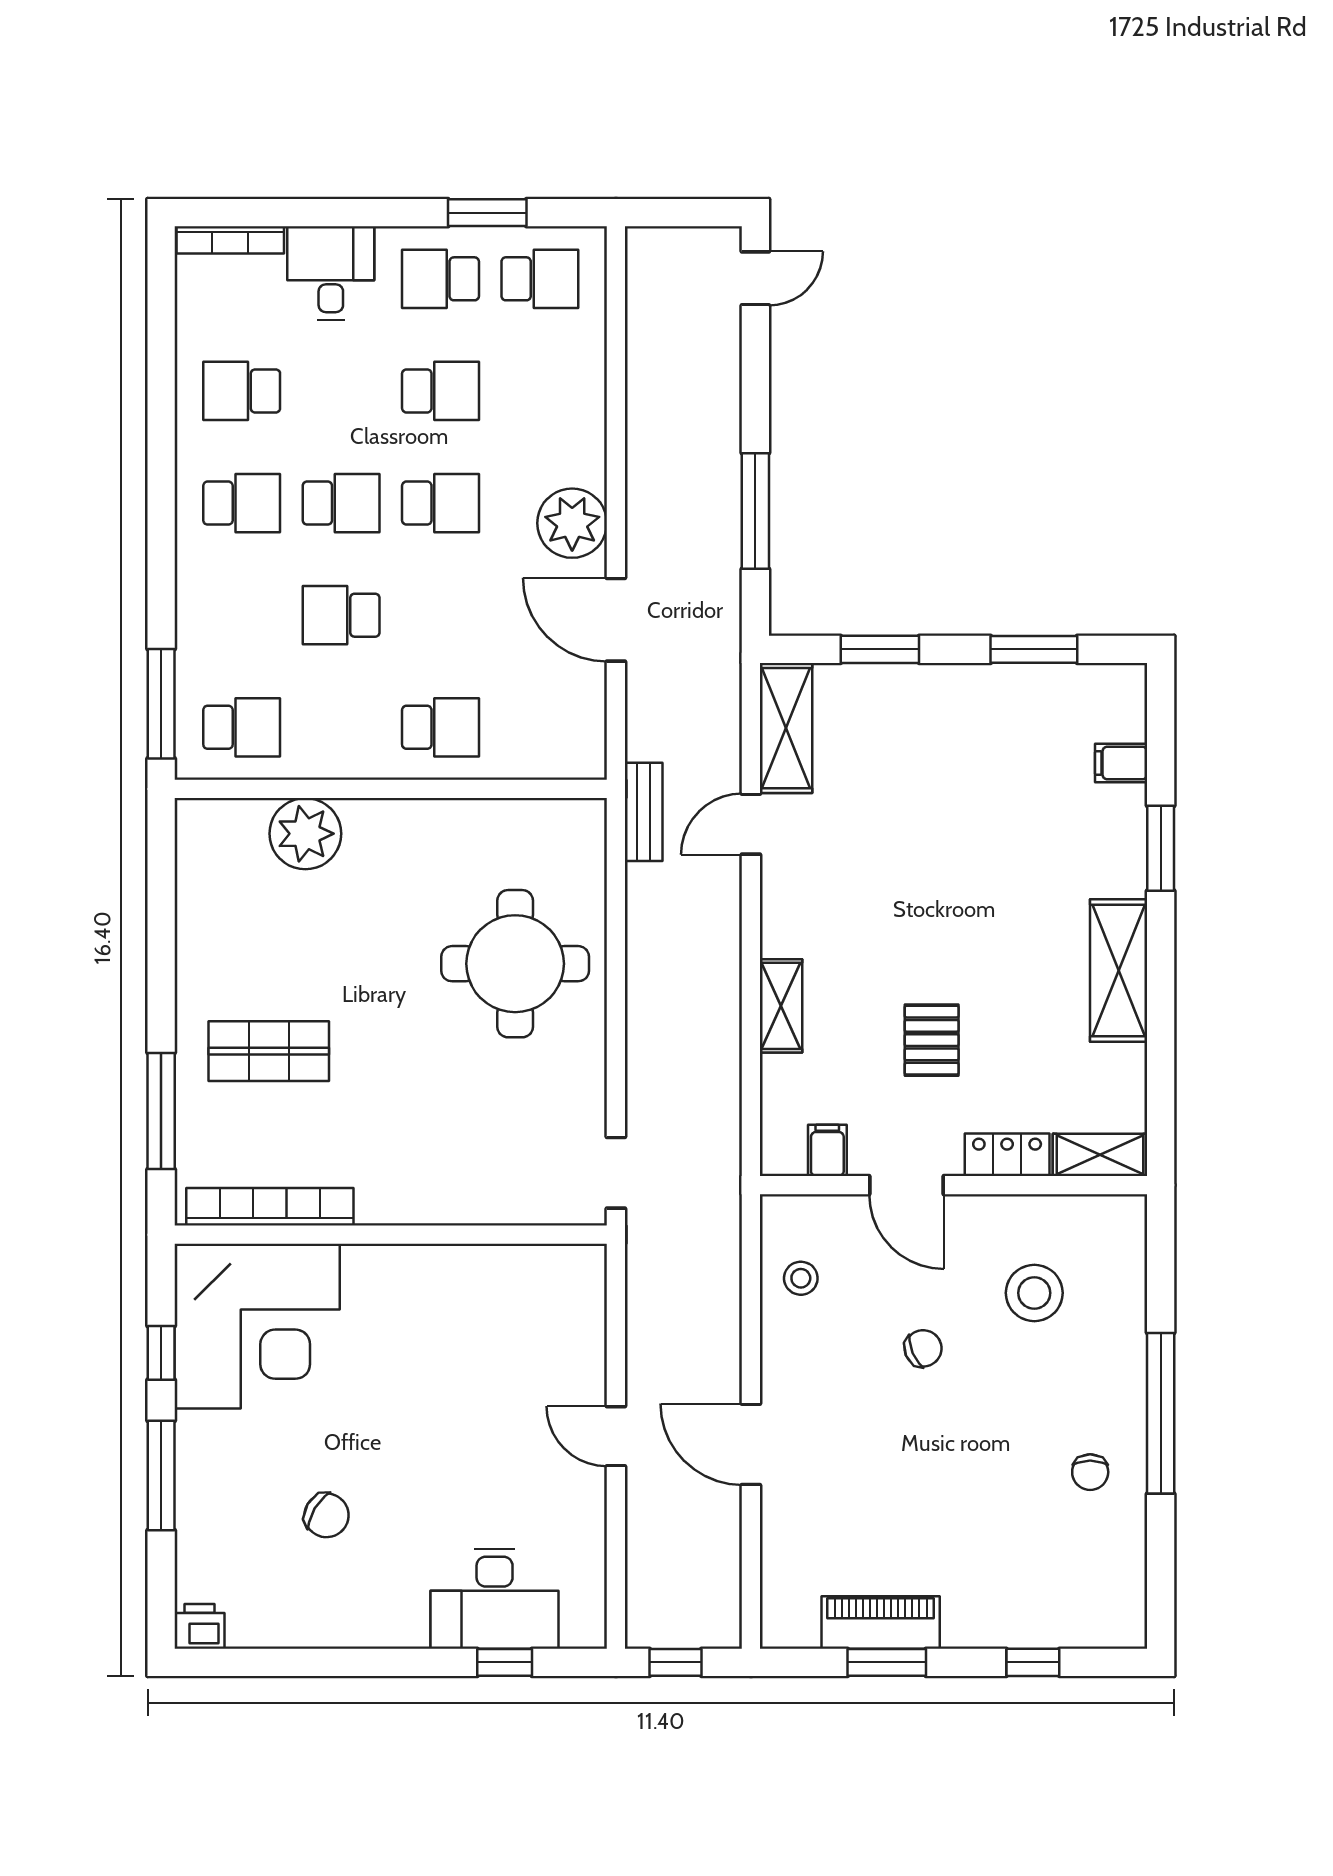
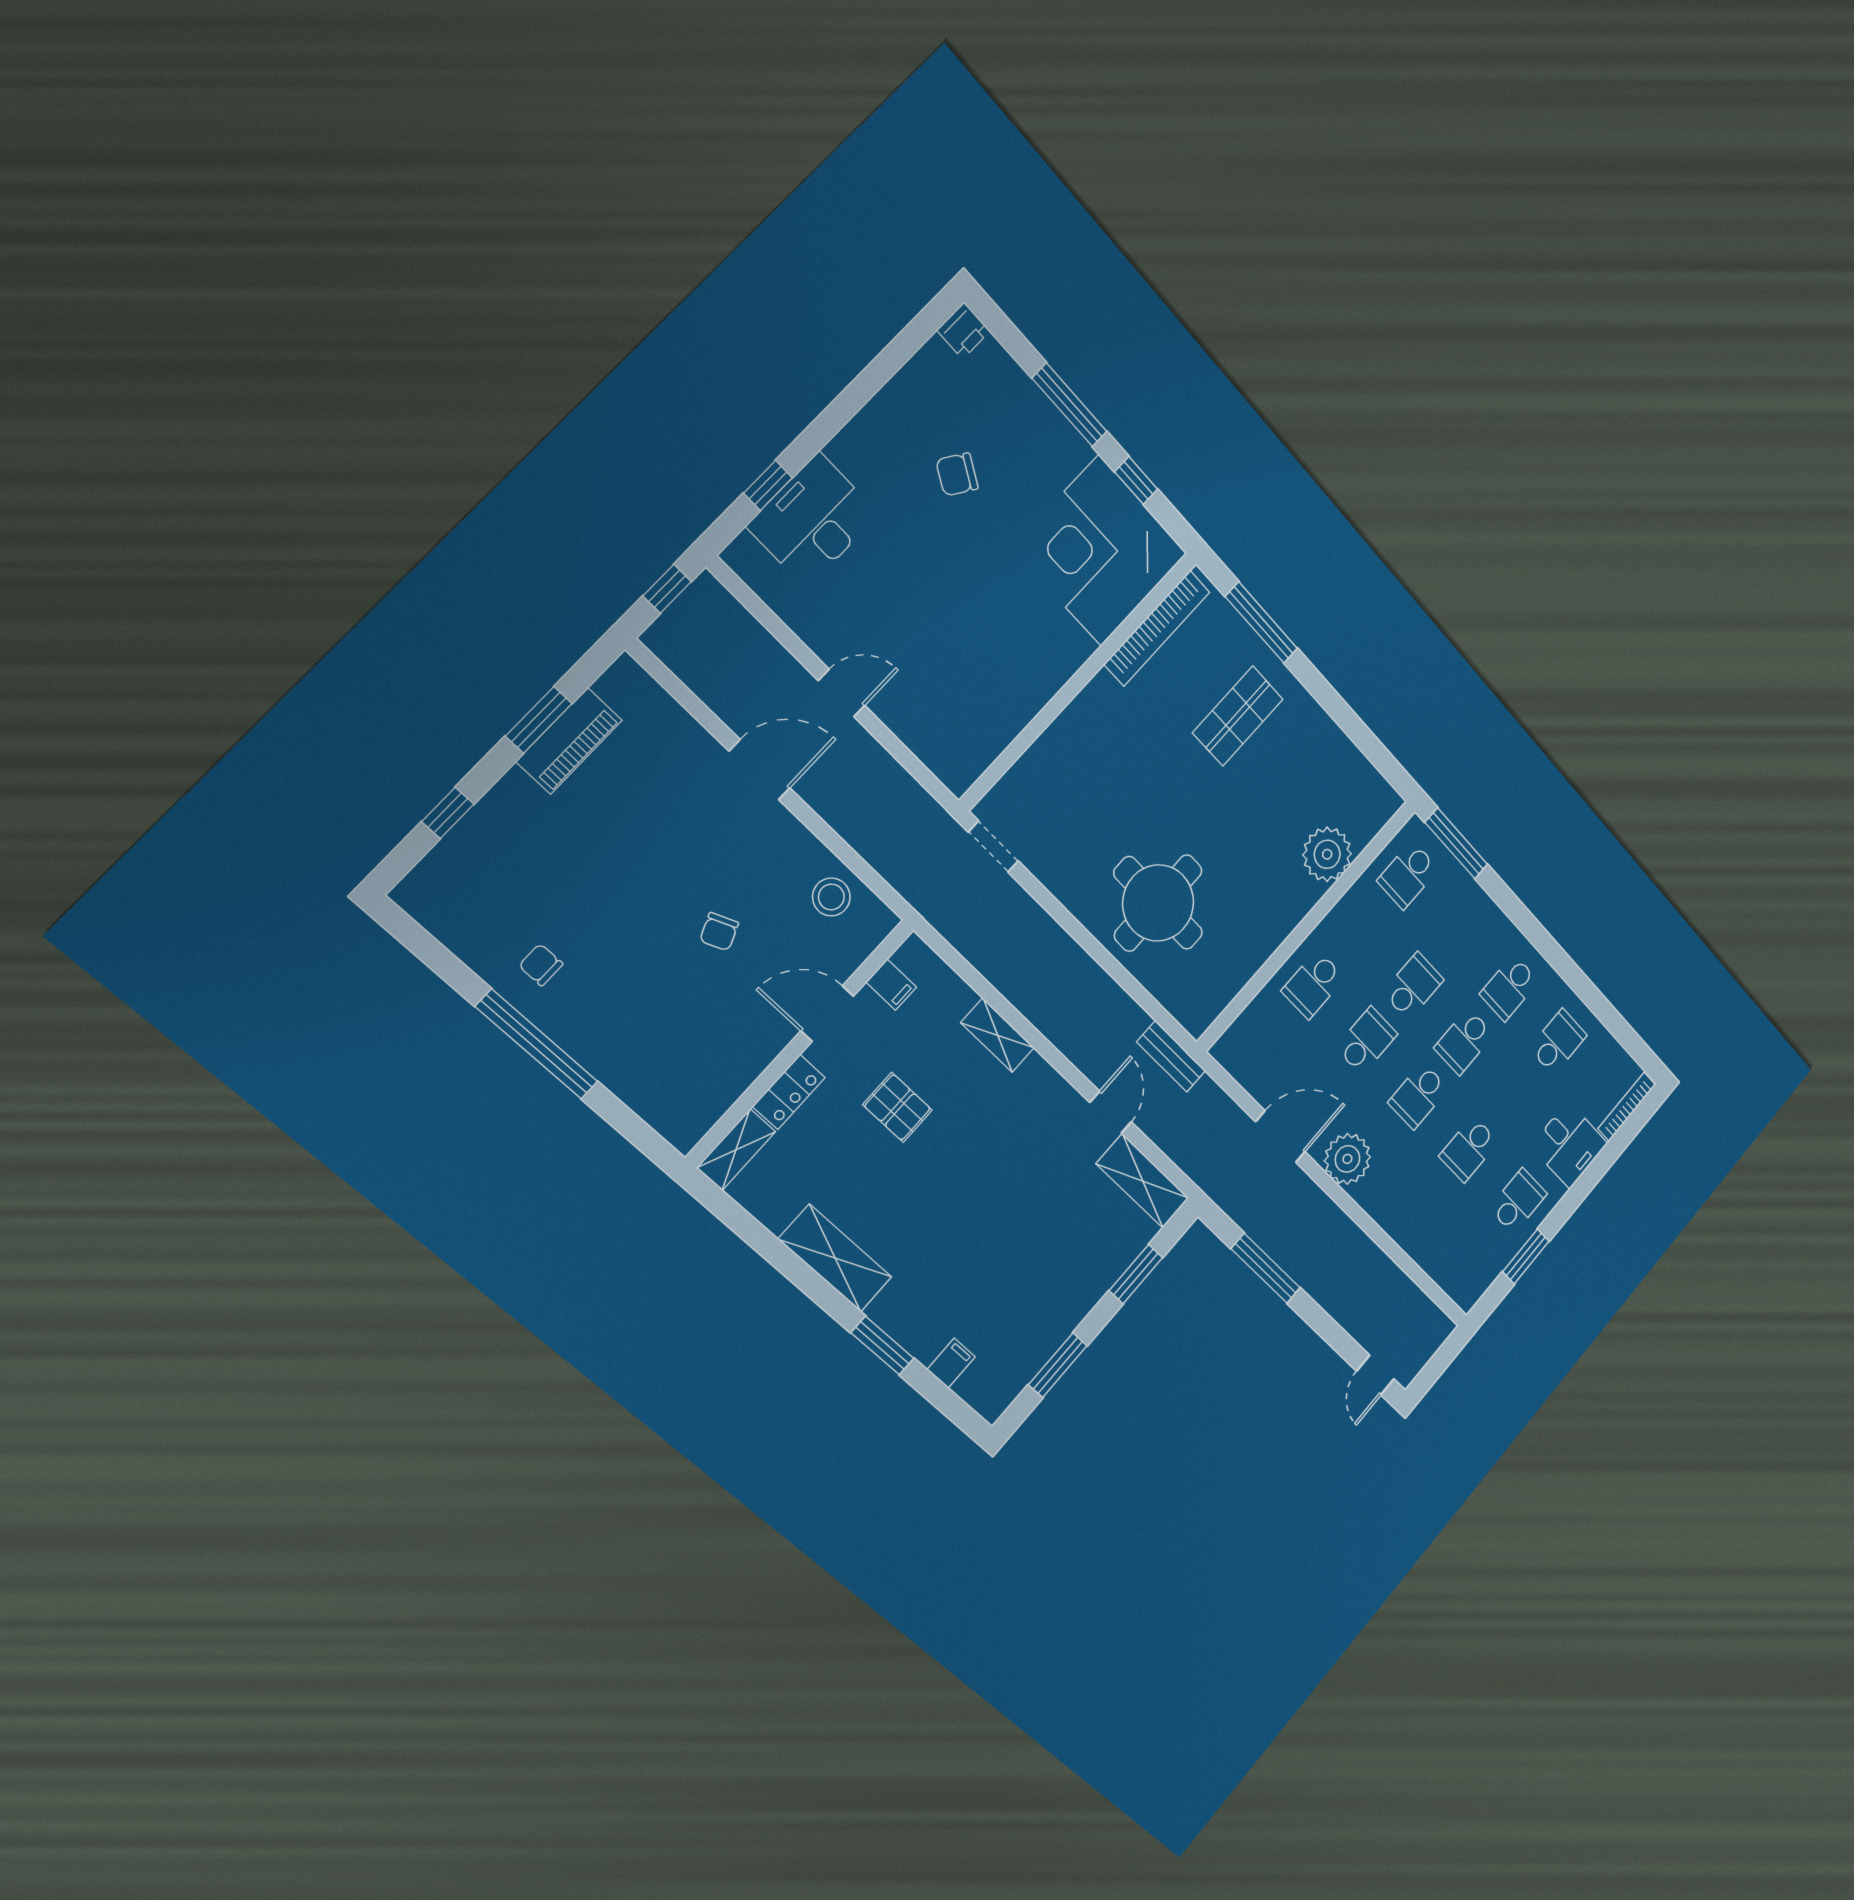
school desk: (540, 279) -> (1366, 1041), moved, turned 180
stool: (801, 1278) -> (831, 897), width x1.37, depth x1.37
stool: (1034, 1293) -> (689, 1032), removed

